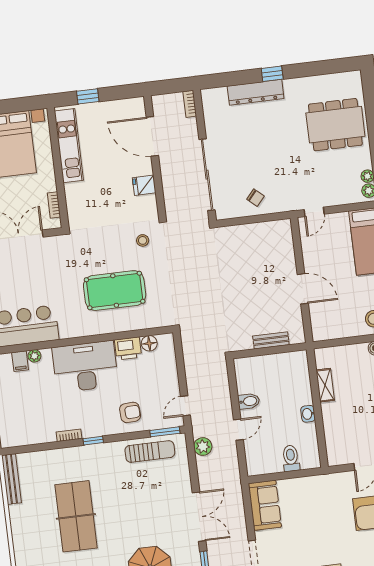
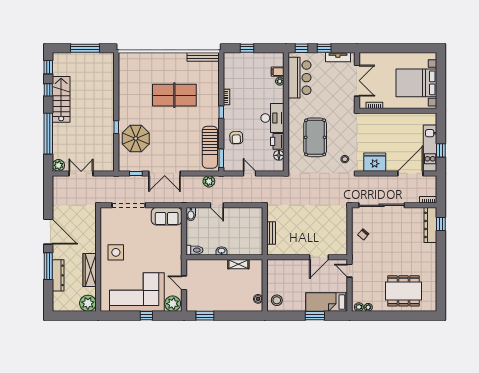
window: (272, 74) -> (441, 224), moved
dresser: (256, 92) -> (430, 225), moved
window: (88, 96) -> (441, 150), moved
dining table: (335, 125) -> (403, 291), turned 90
kitchen unit: (69, 146) -> (430, 148), moved, turned 90
fridge: (144, 185) -> (375, 162), width x1.88, depth x1.34
door: (303, 289) -> (319, 257), moved
desk: (85, 367) -> (272, 118), width x0.73, depth x0.77
bidet: (249, 401) -> (191, 214), moved
door: (185, 406) -> (250, 173), moved
sun lounger: (150, 452) -> (210, 147), width x1.36, depth x1.34
toilet: (291, 458) -> (194, 250), moved

